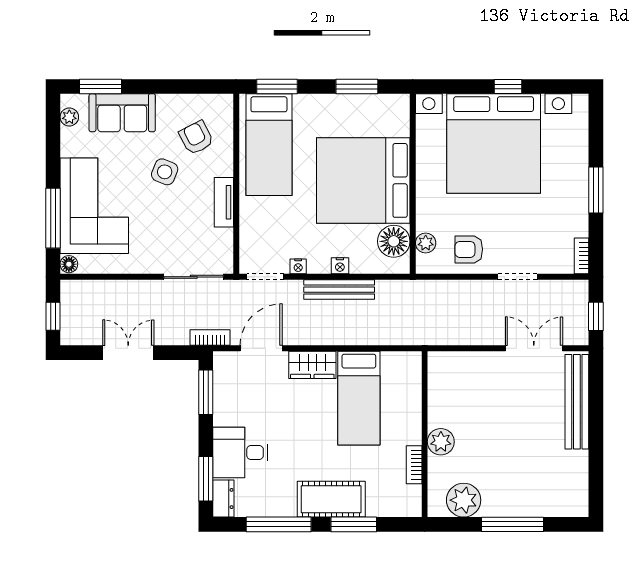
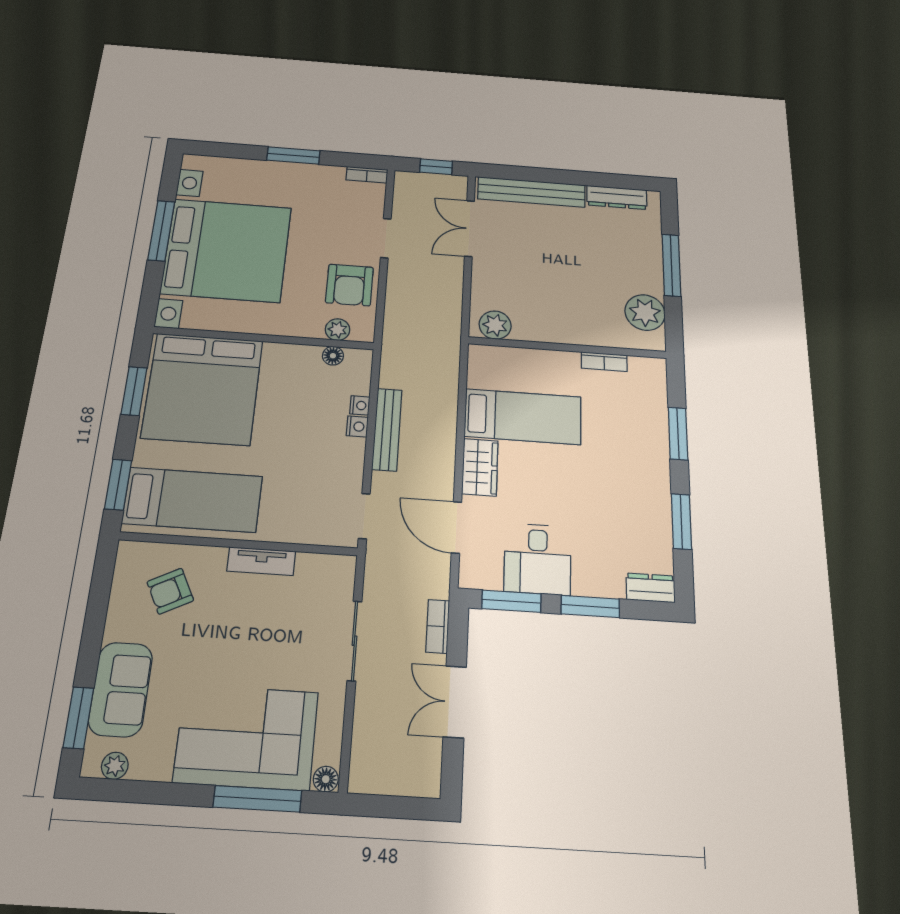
window: (508, 86) -> (161, 231), width x2.17
side table: (165, 172) -> (211, 636), removed
bed: (363, 180) -> (203, 389), moved
floor lamp: (394, 241) -> (333, 356), width x0.53, depth x0.53
armchair: (469, 249) -> (349, 285), width x1.38, depth x1.38
nightstand: (298, 266) -> (360, 405), moved
sliding door: (194, 277) -> (355, 641), moved
window: (53, 316) -> (398, 807), removed
bookcase: (210, 338) -> (438, 626), moved
plant: (441, 442) -> (495, 325), moved
desk: (240, 453) -> (538, 559), moved
dresser: (578, 478) -> (617, 197), added
window: (206, 479) -> (590, 606), moved
cot: (331, 499) -> (648, 457), removed
window: (279, 524) -> (681, 521), width x0.69

